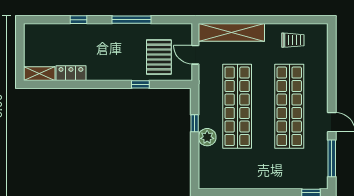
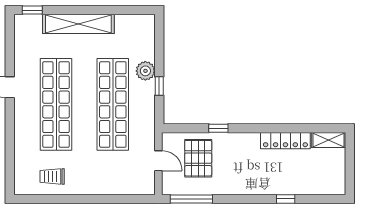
window: (131, 20) -> (191, 199), moved
shelving: (231, 32) -> (78, 24), moved
locker: (71, 73) -> (285, 141), width x1.53
window: (332, 158) -> (10, 48), removed

